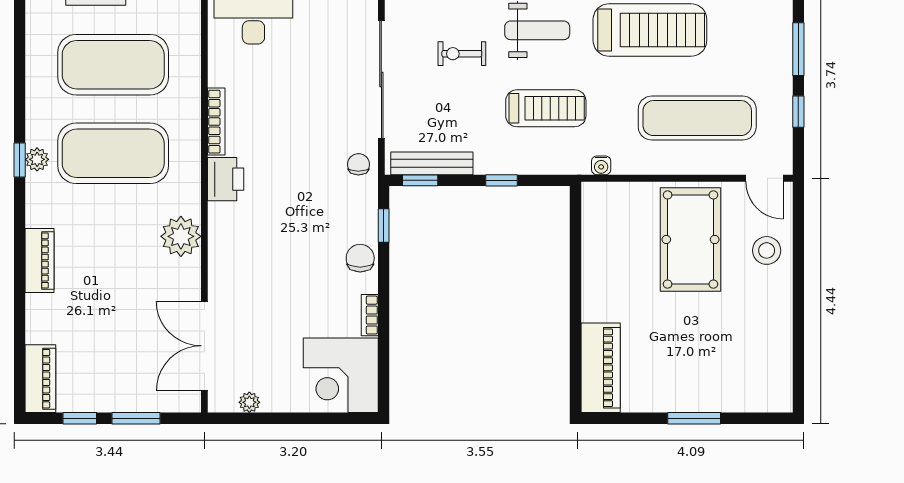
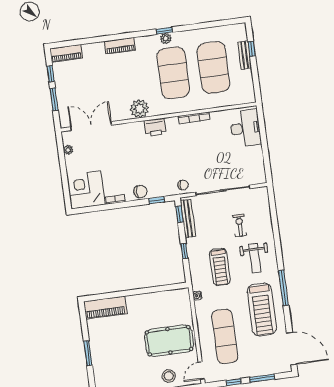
printer: (226, 179) -> (155, 127), moved

